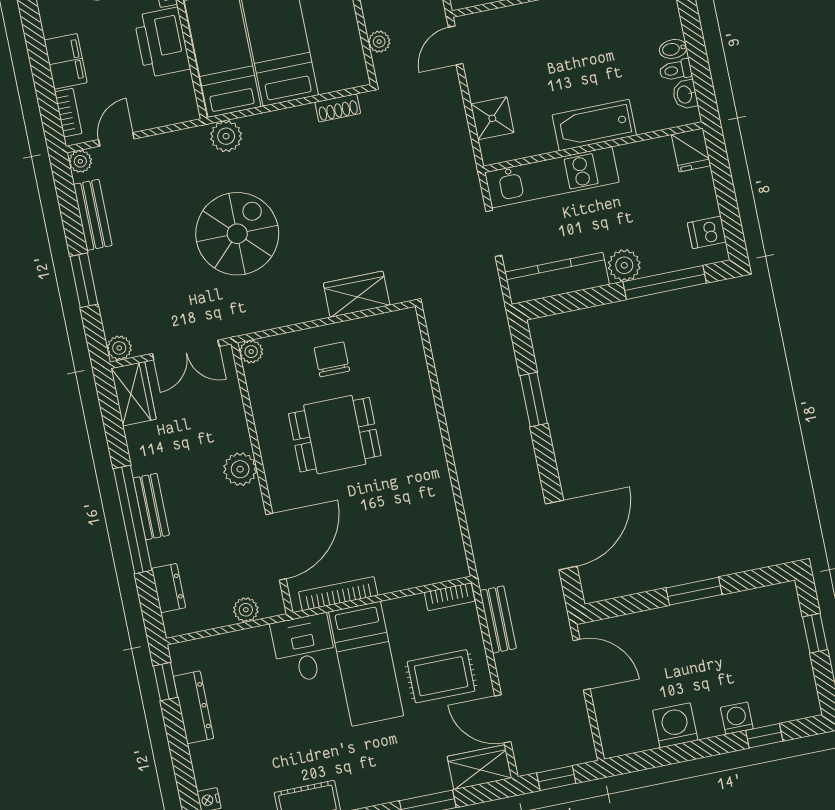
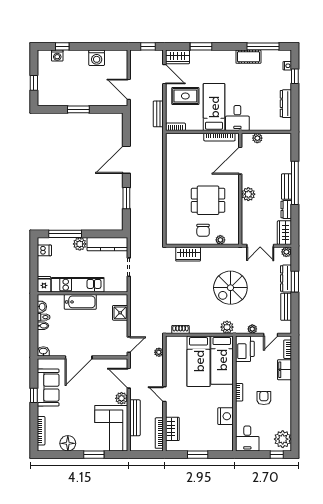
printer: (162, 42) -> (245, 349), moved
plant: (80, 161) -> (252, 329), moved
kitchen unit: (552, 177) -> (78, 285), moved
dresser: (107, 283) -> (286, 278), added
double door: (186, 350) -> (260, 246), swing flipped
plant: (251, 352) -> (220, 240), moved
door: (561, 535) -> (126, 160), moved
dresser: (169, 588) -> (286, 210), moved
window: (166, 682) -> (295, 76), moved
washing machine: (737, 718) -> (57, 56), moved

